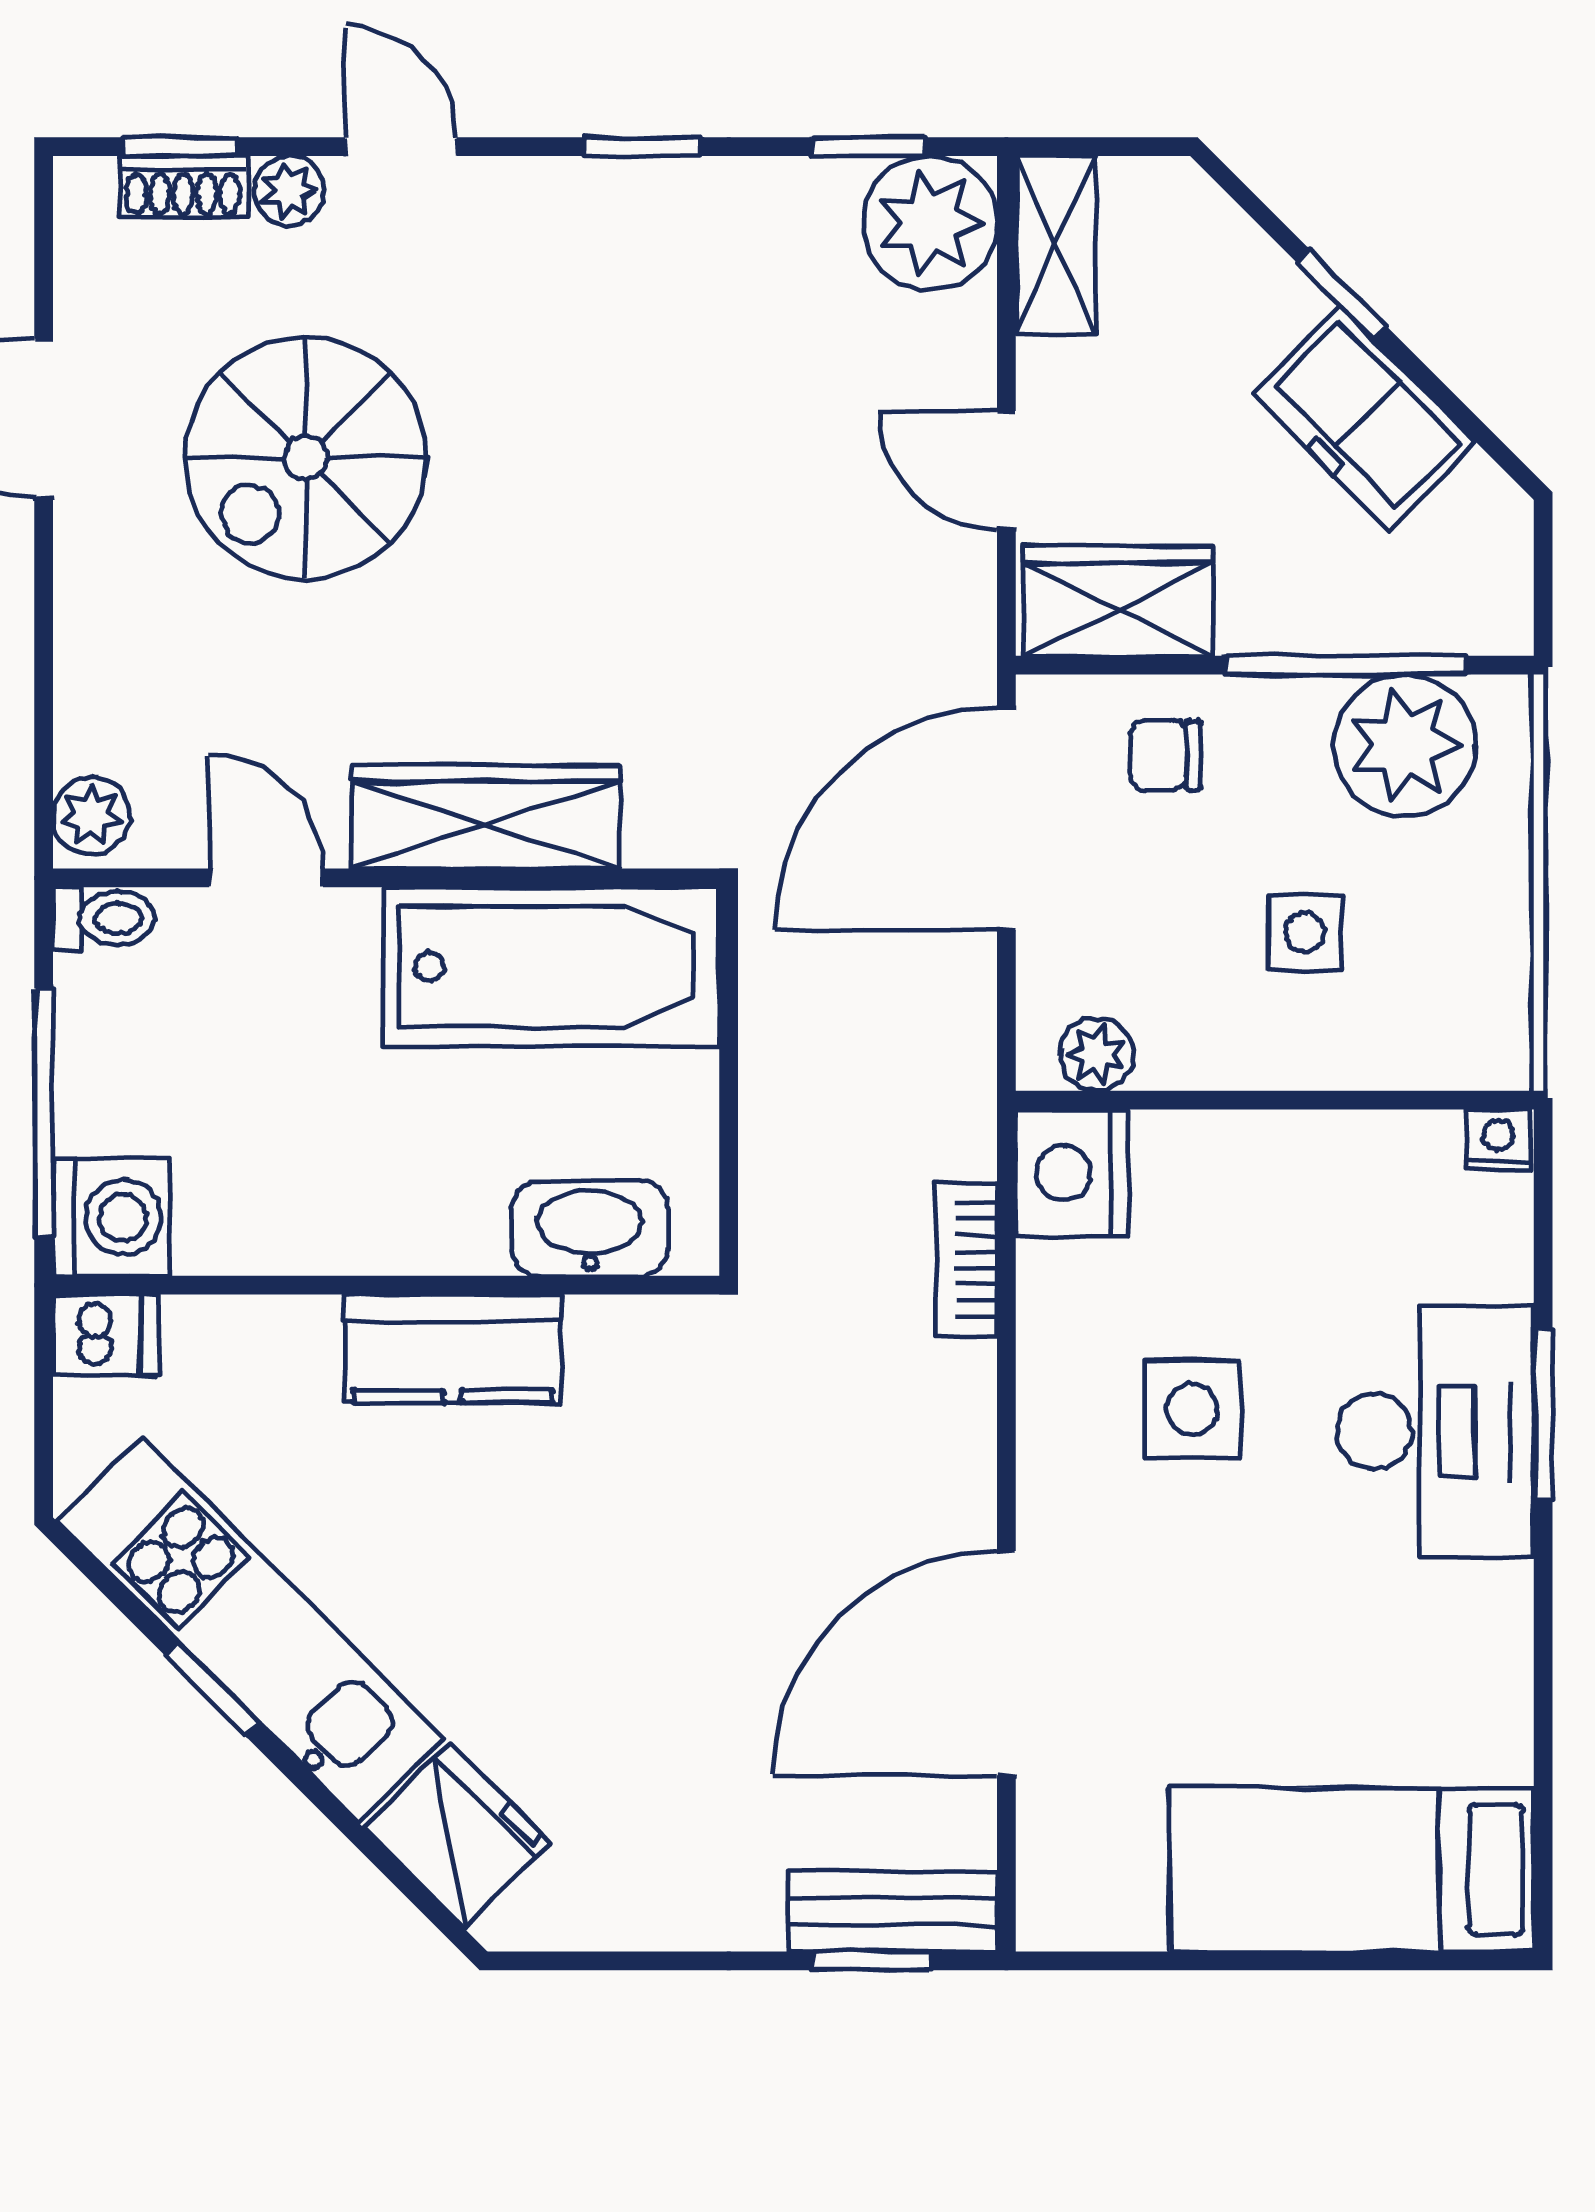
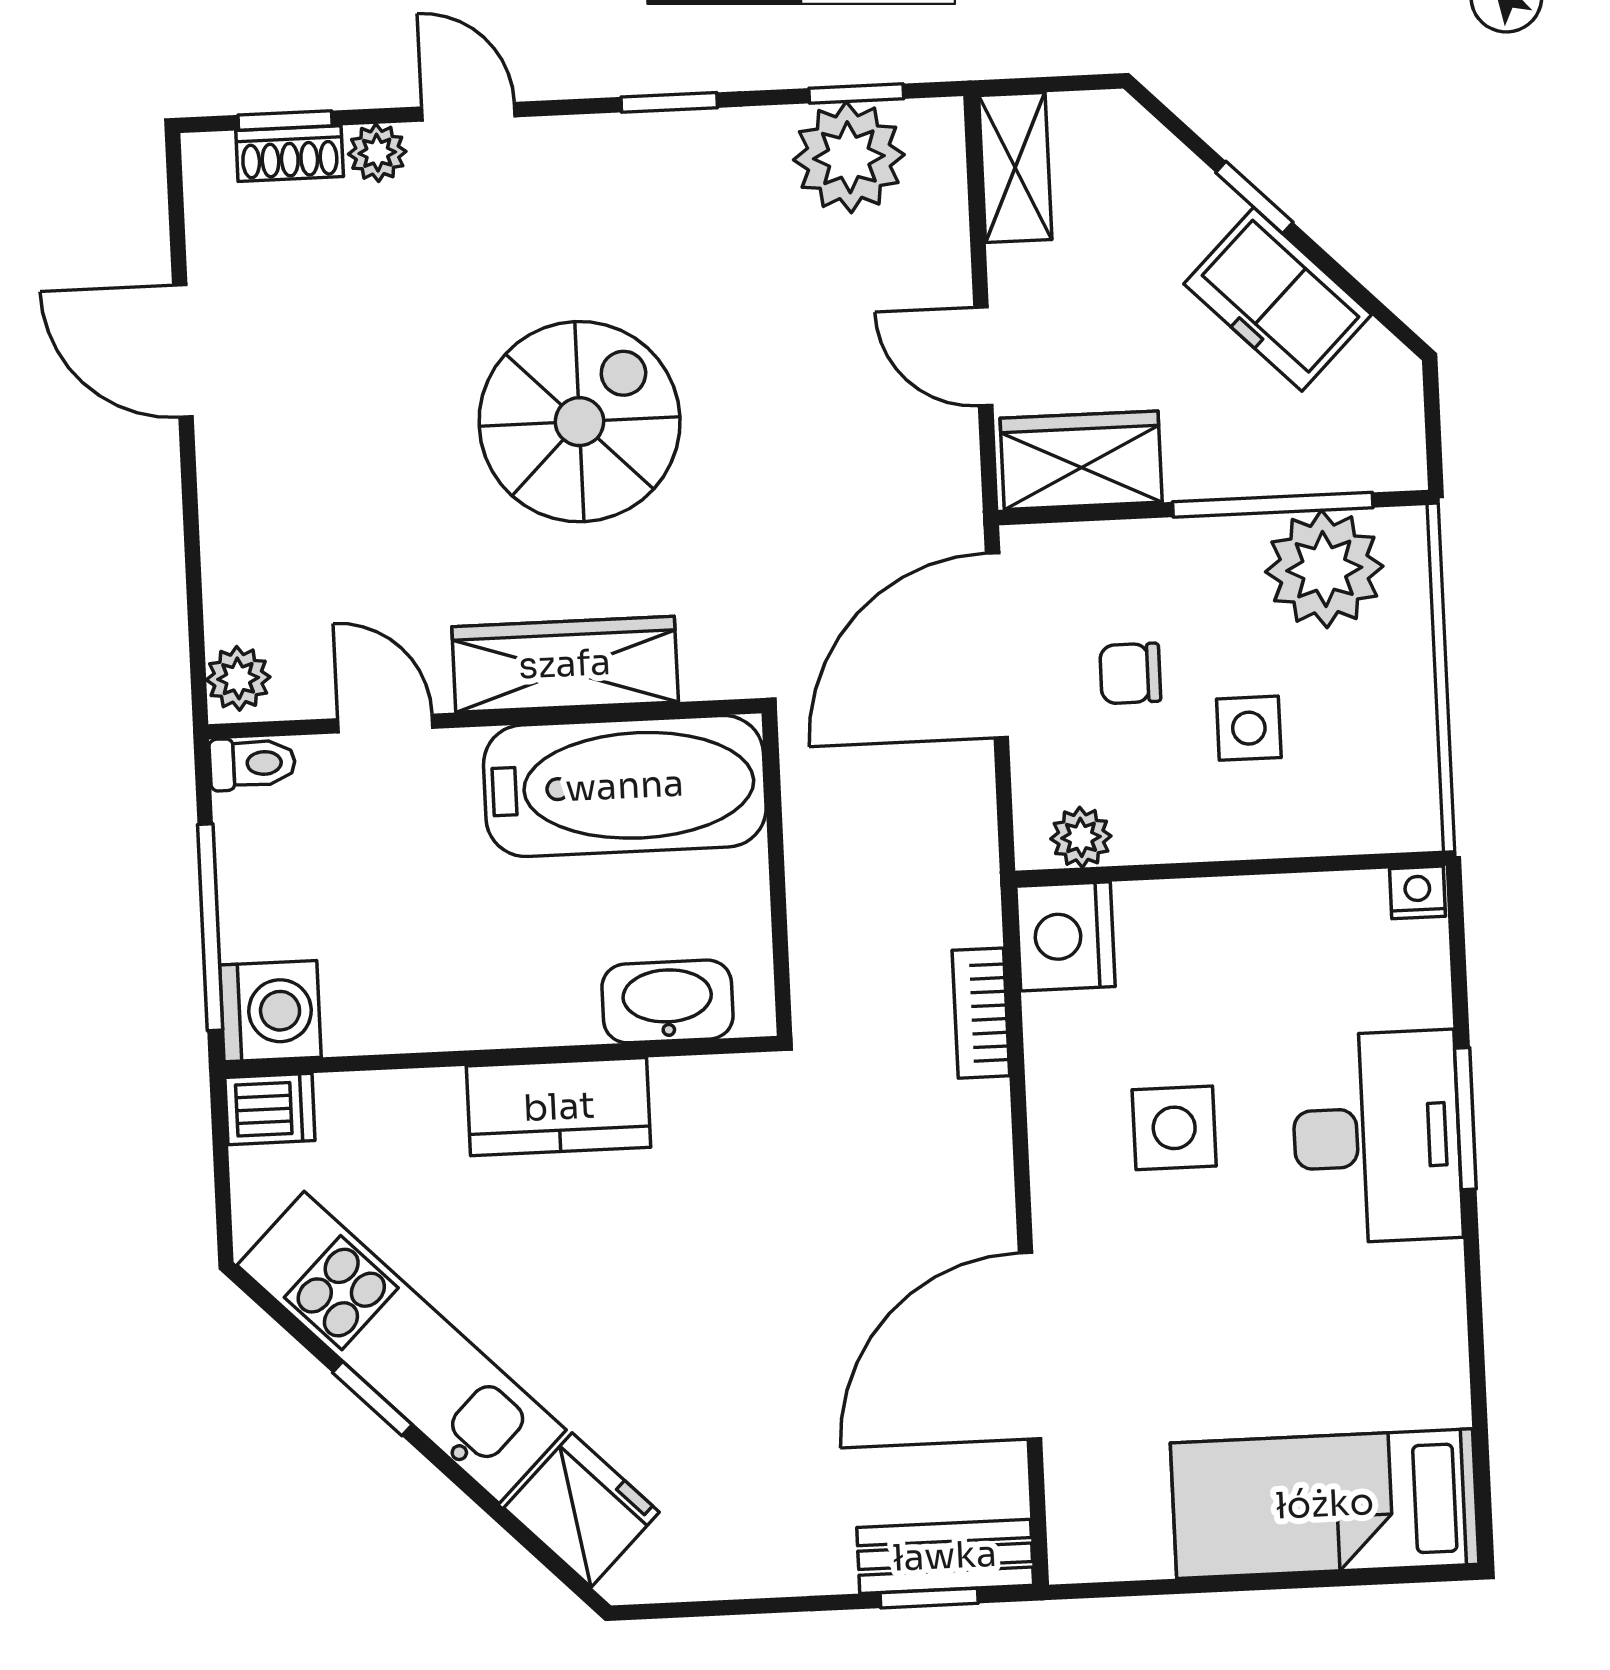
plant: (930, 223) -> (849, 157), moved
spiral stairs: (306, 458) -> (580, 422), moved, turned 180
chair: (1165, 755) -> (1130, 673), moved

